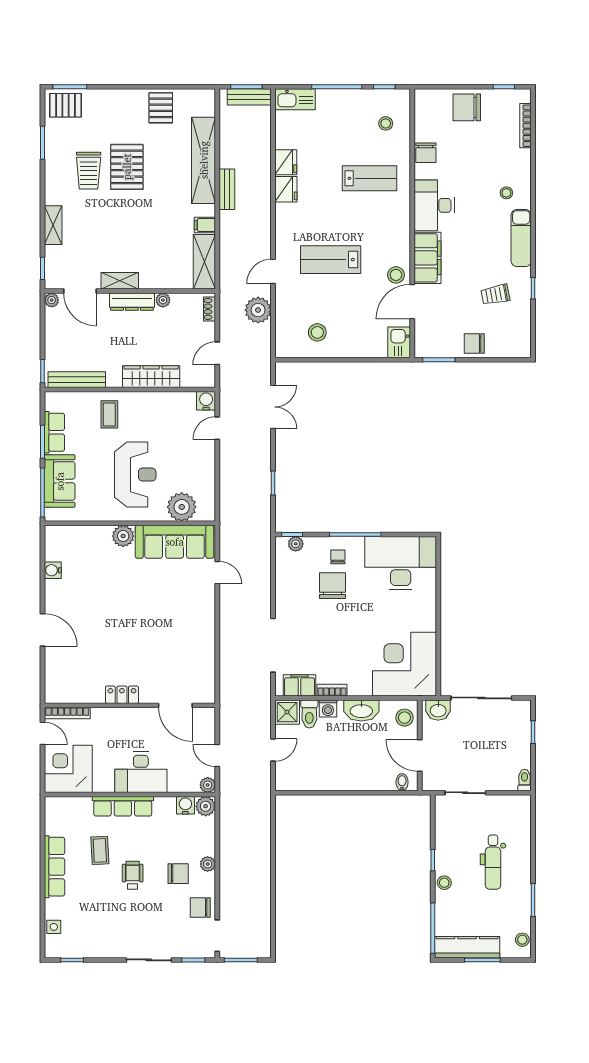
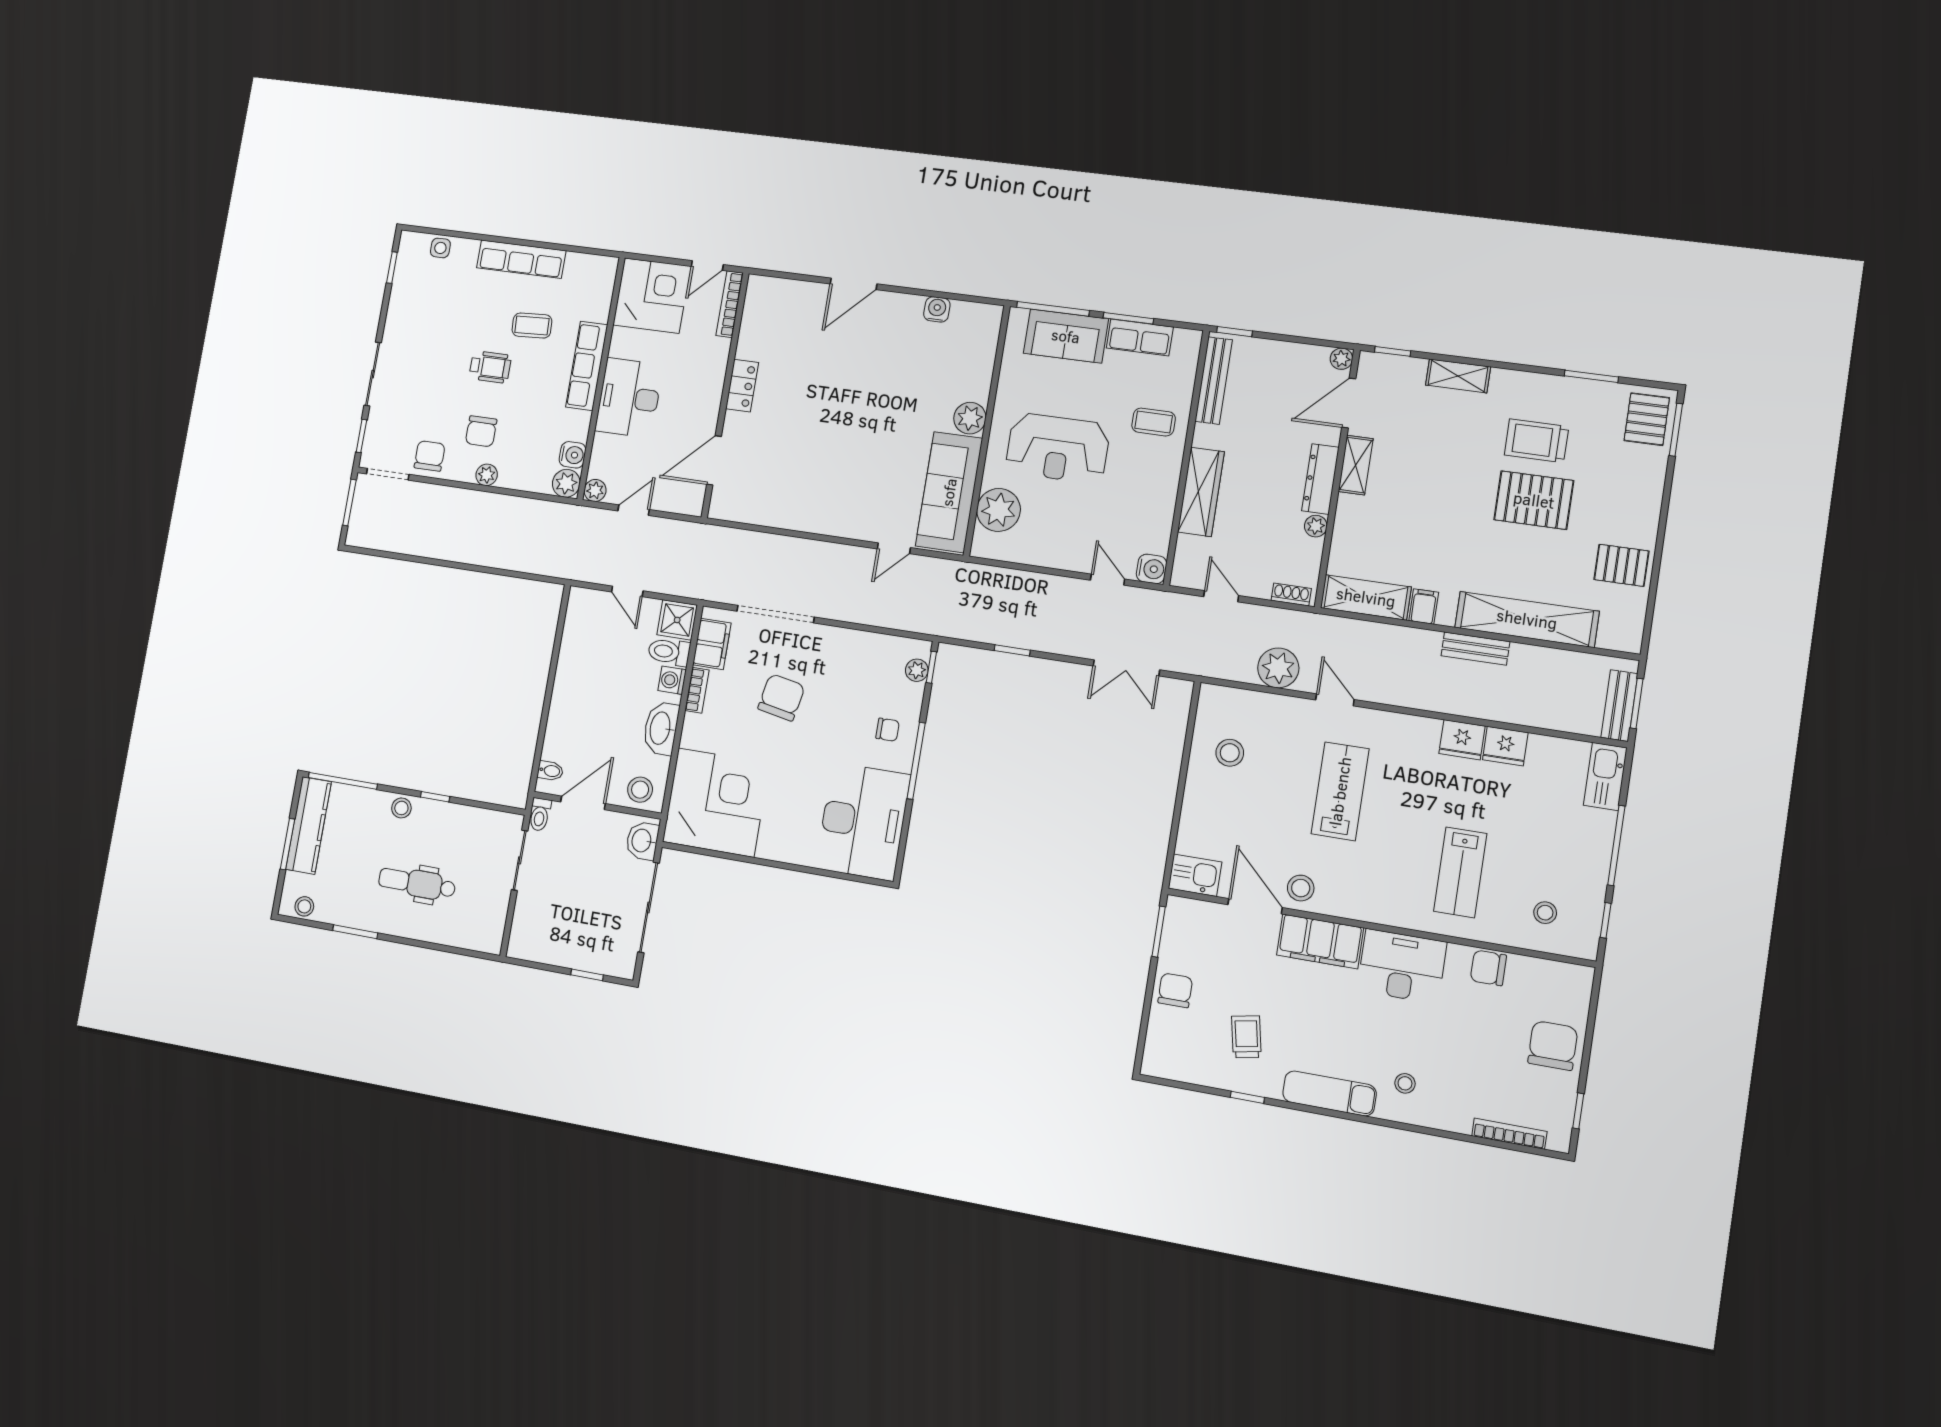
chair: (333, 586) -> (781, 697), moved, turned -79
toilet: (525, 780) -> (540, 814), moved, turned 90

